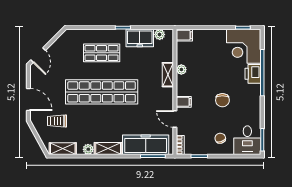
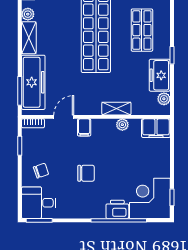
filing cabinet: (184, 35) -> (156, 128), width x2.00
chair: (222, 100) -> (86, 173), turned 180

